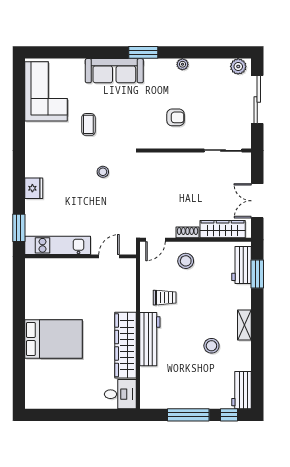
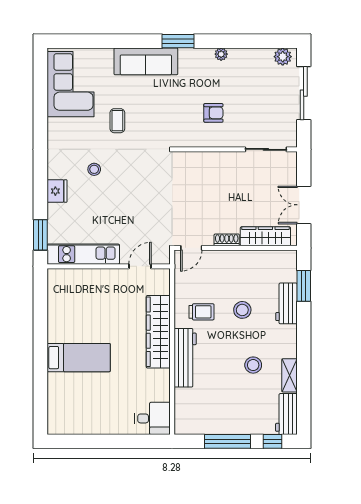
stool: (103, 172) -> (94, 169), moved
stool: (186, 261) -> (242, 310), moved
workbench: (242, 265) -> (286, 303), moved
shelving: (244, 325) -> (289, 375), moved
bed: (53, 339) -> (79, 358), width x0.67
wardrobe: (126, 345) -> (158, 332), moved

